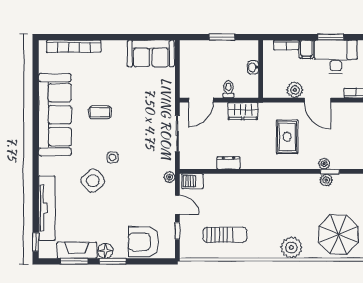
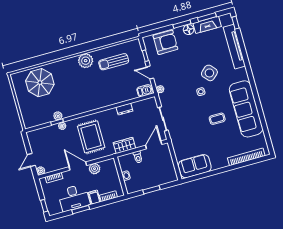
rug: (287, 137) -> (91, 137), width x1.36, depth x1.43
plant: (291, 247) -> (86, 61), moved

